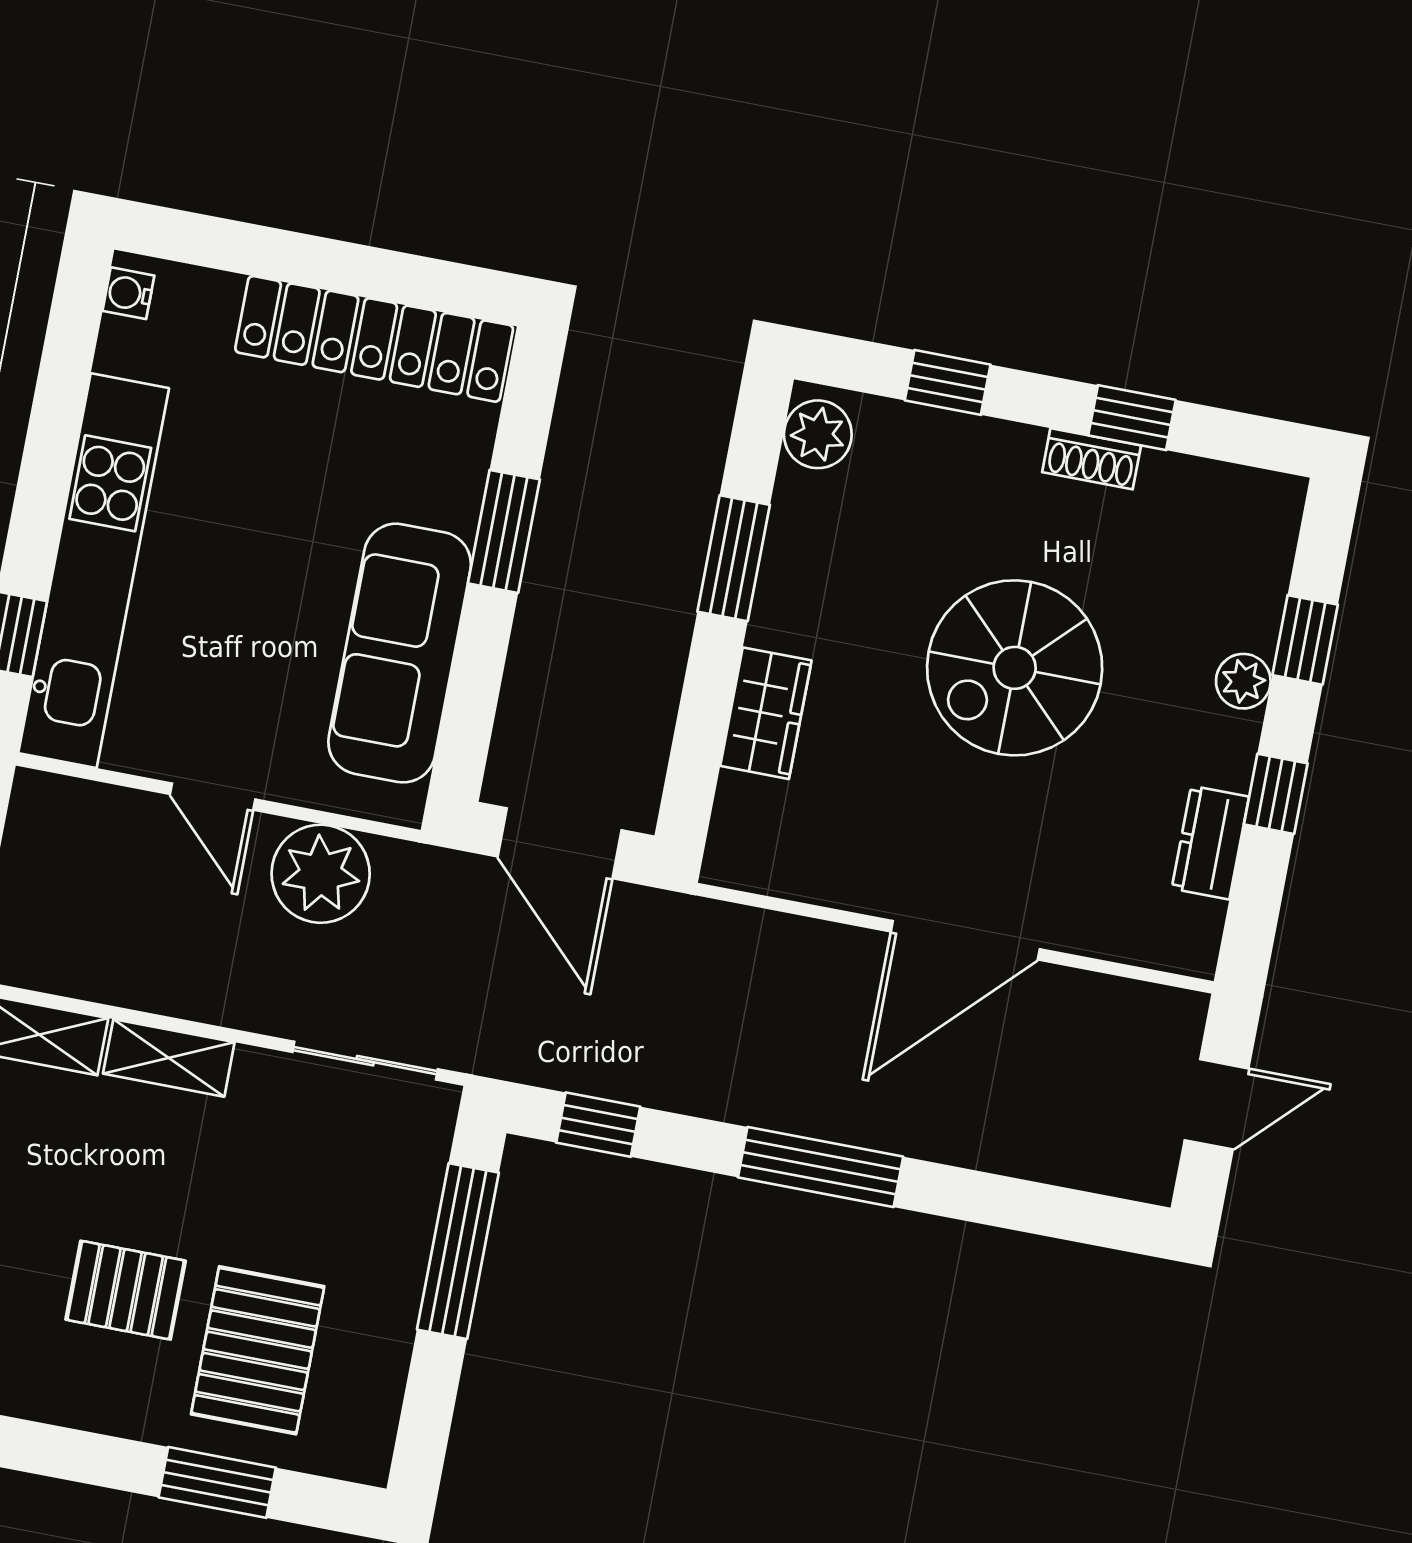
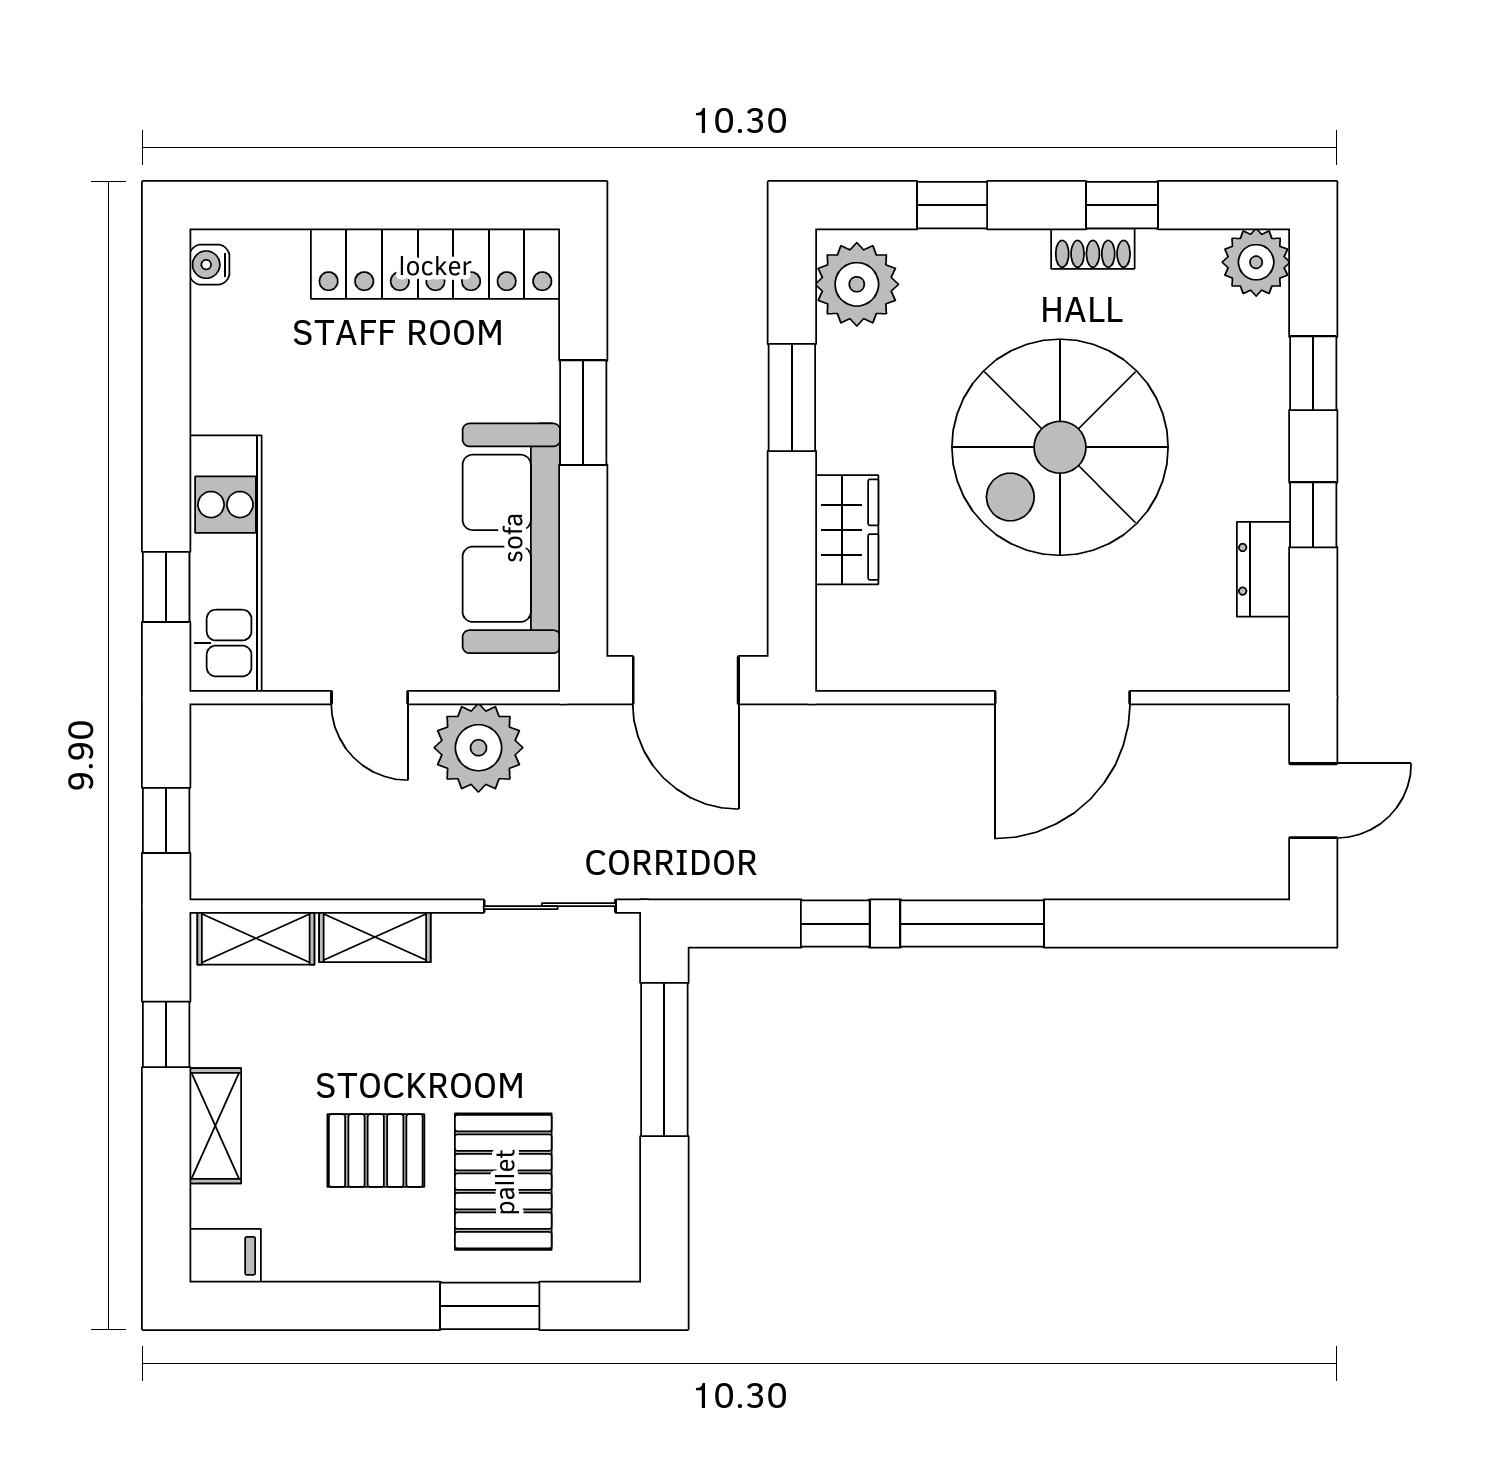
plant: (818, 434) -> (857, 284), width x1.36, depth x1.36
kitchen unit: (94, 571) -> (225, 564), width x0.73
spiral stairs: (1015, 668) -> (1060, 447), width x1.37, depth x1.37
plant: (1243, 681) -> (1256, 262), moved, width x1.38, depth x1.38
window: (598, 1125) -> (835, 924), moved

